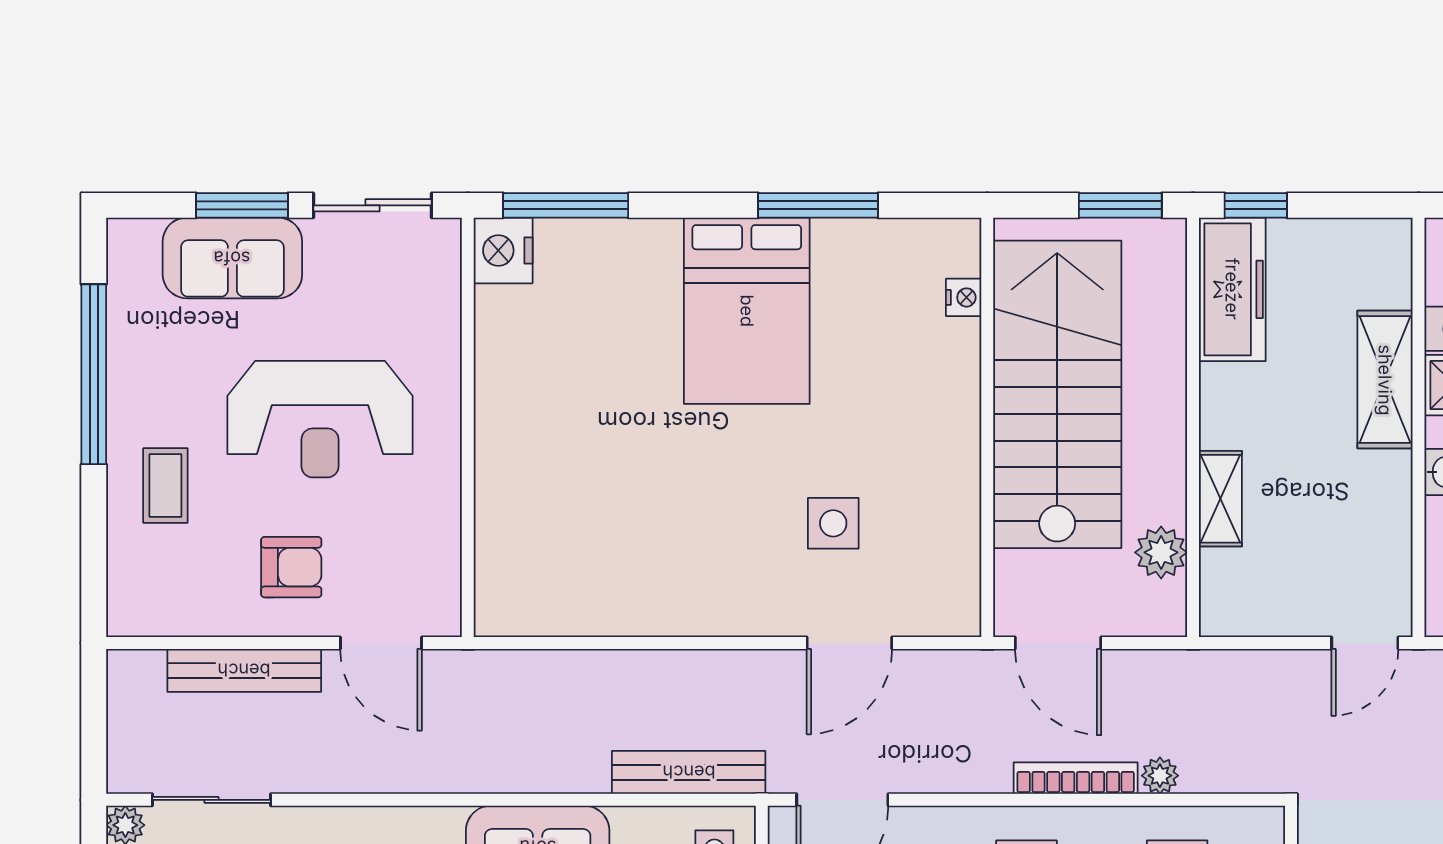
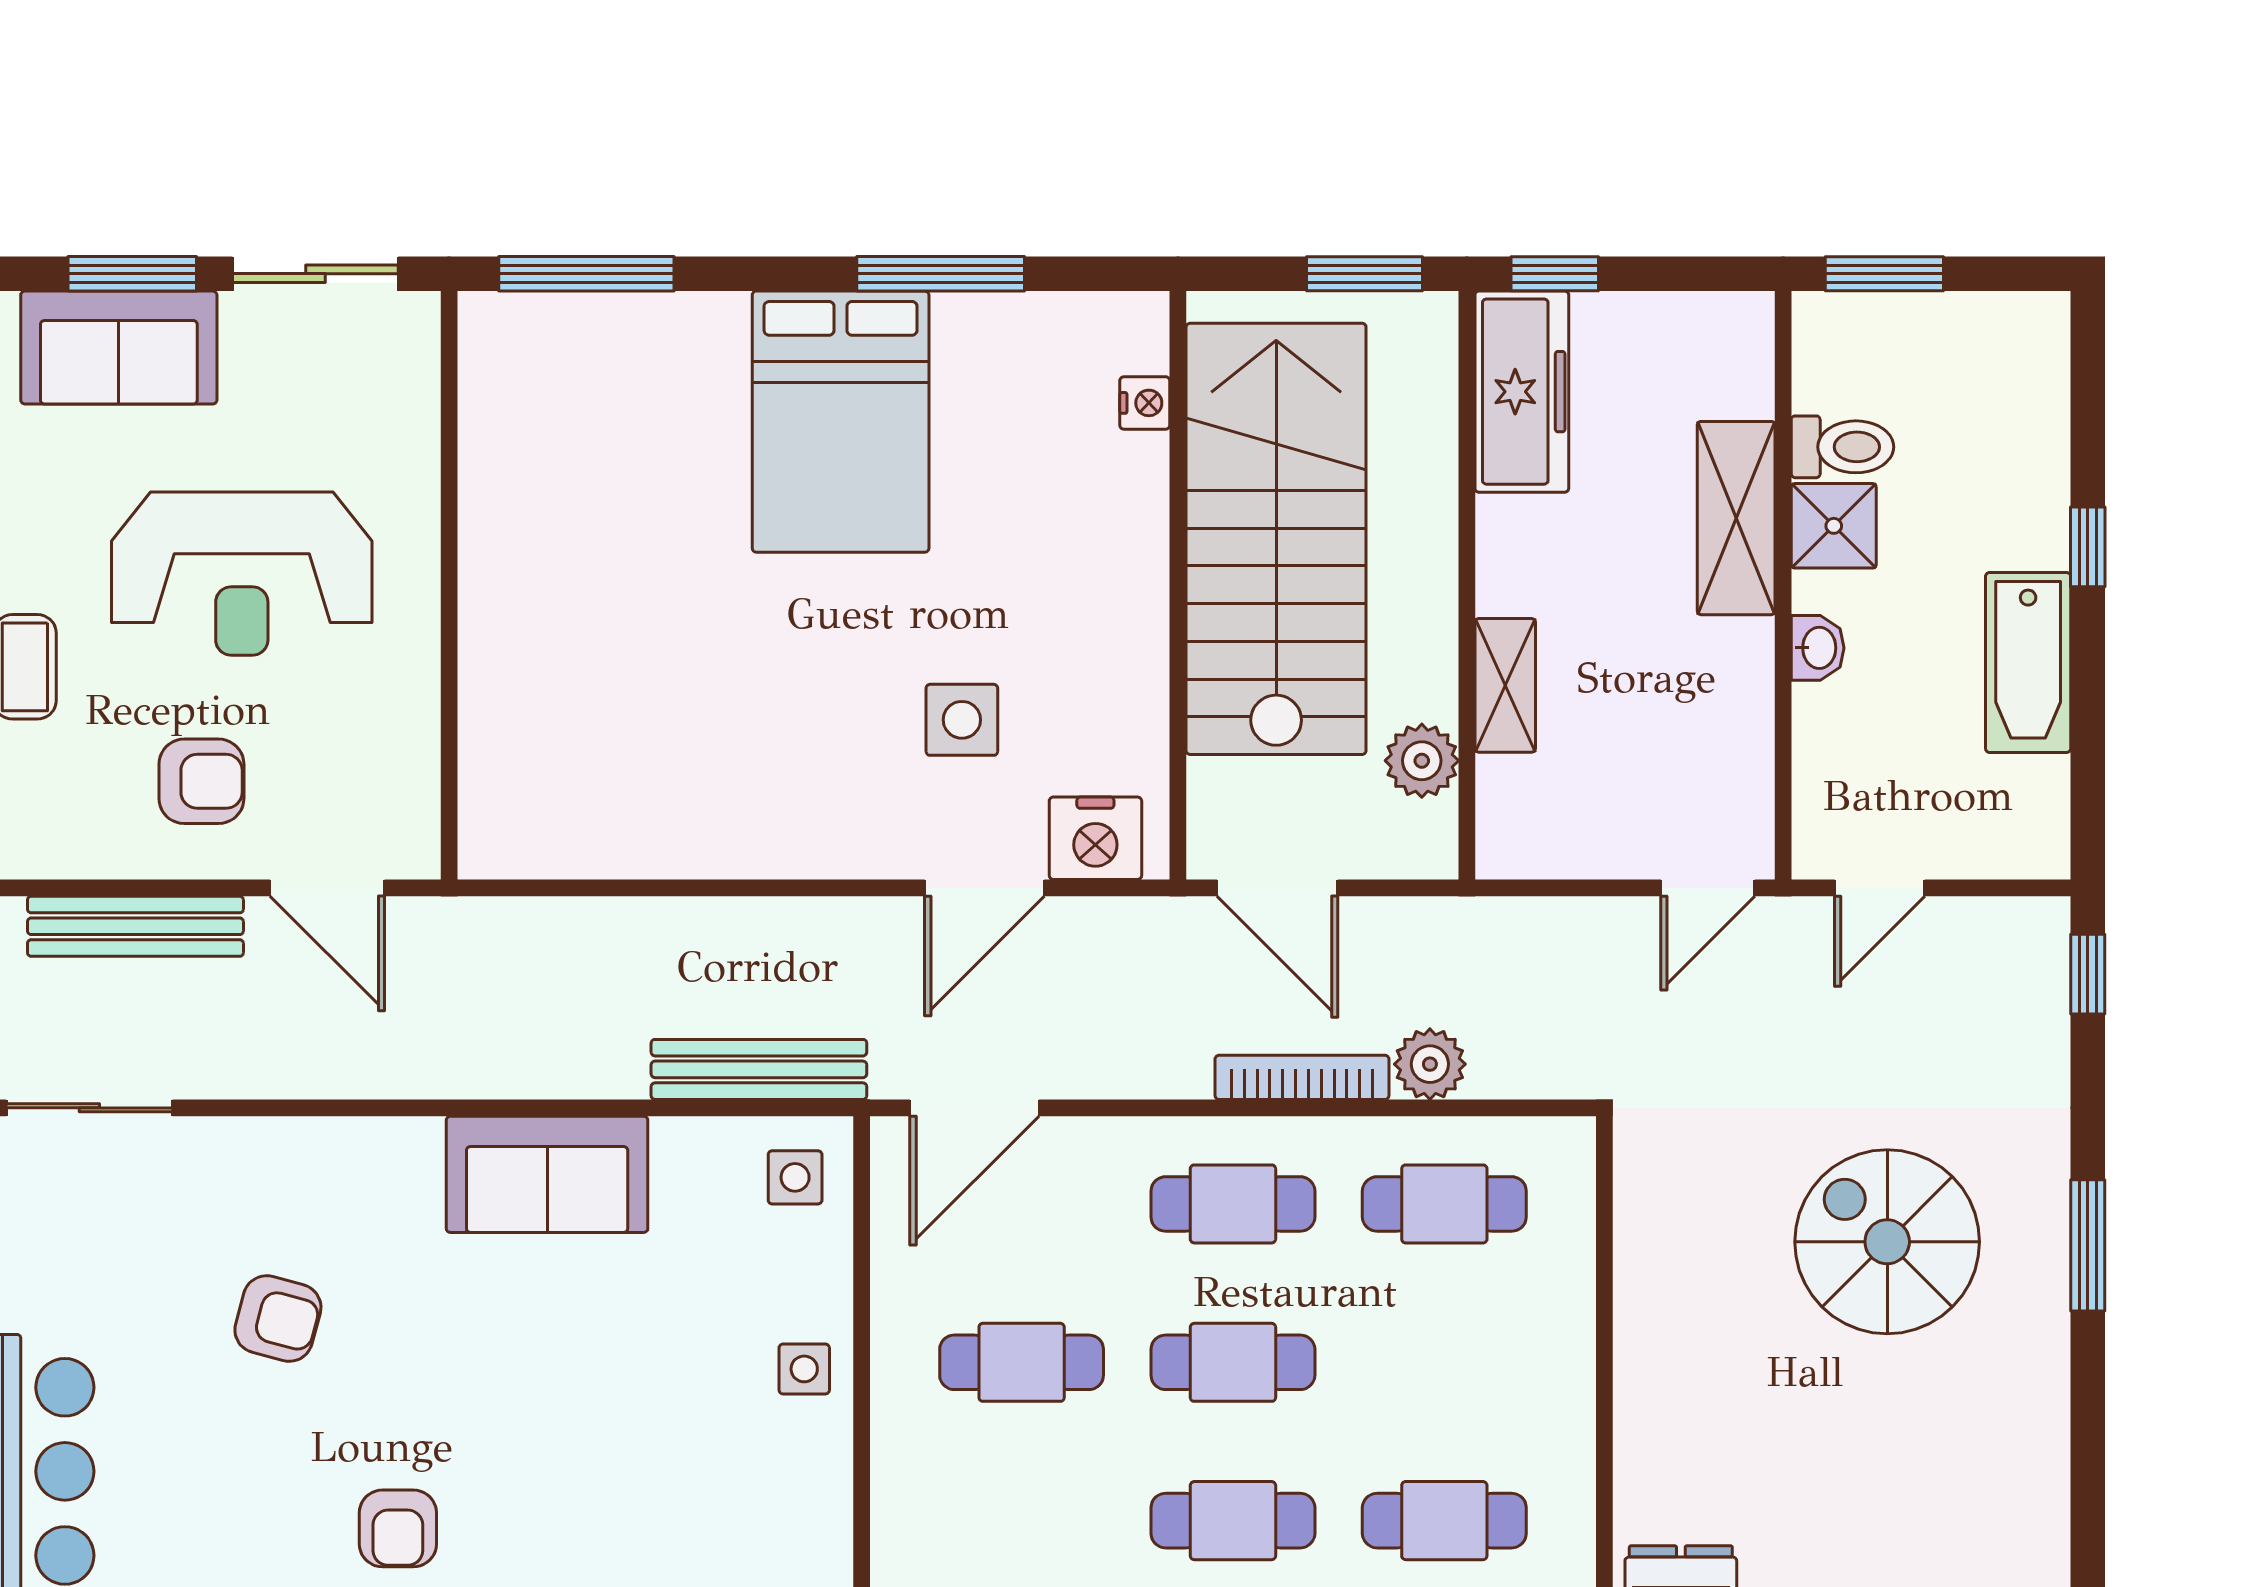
nightstand: (503, 250) -> (1095, 838), moved, turned -90
plant: (1160, 776) -> (1430, 1064), width x1.38, depth x1.38

